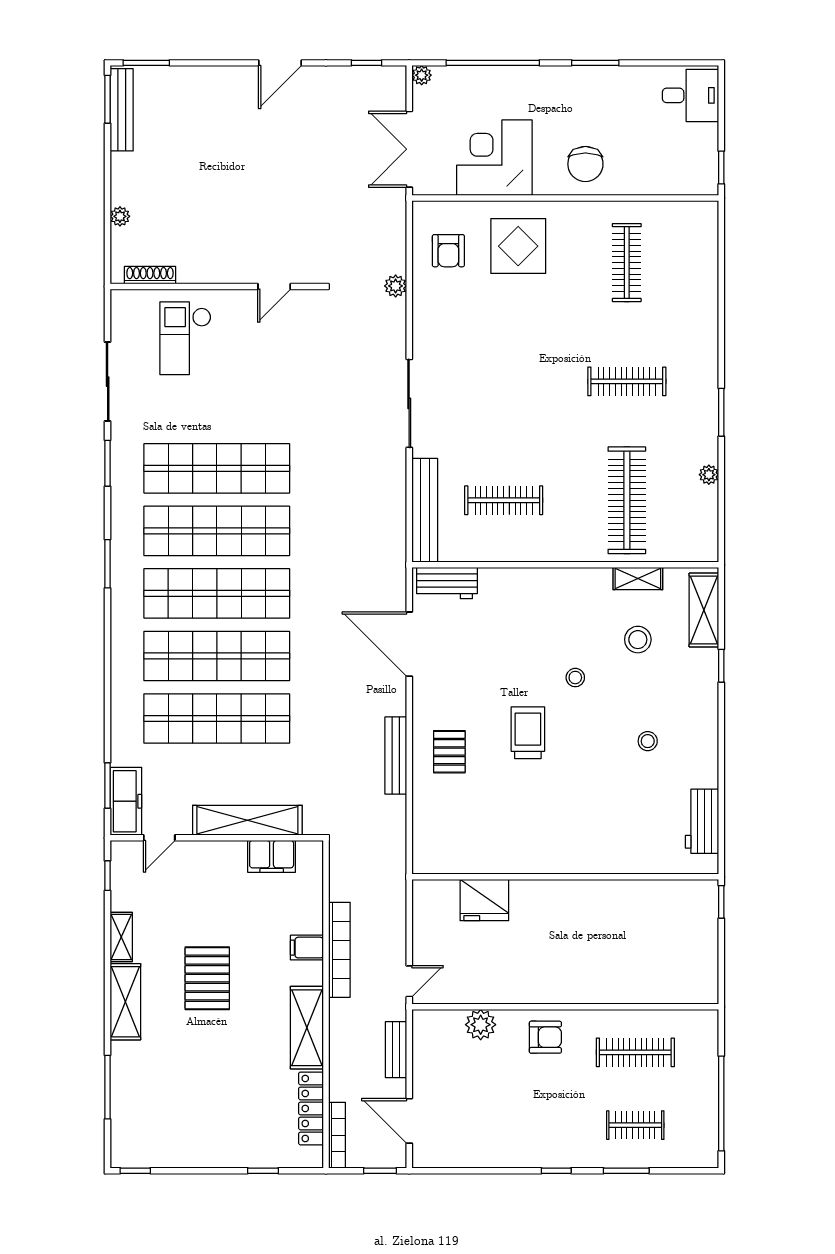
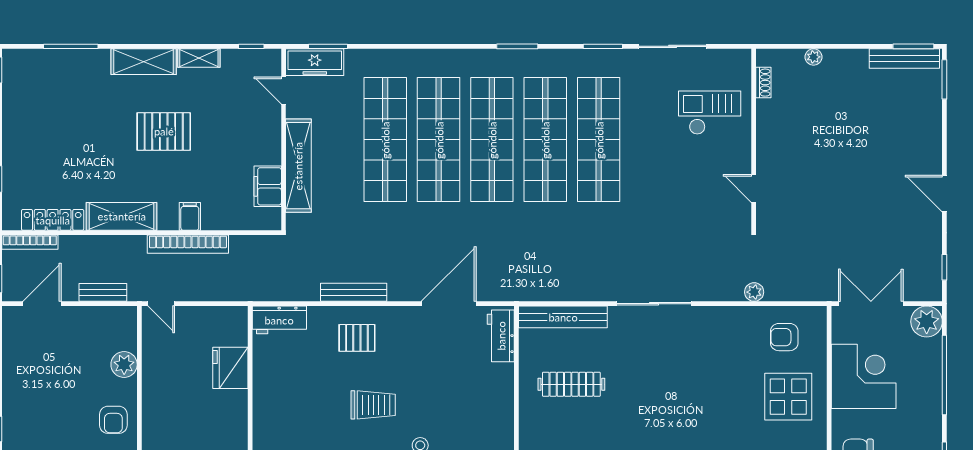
plant: (422, 75) -> (927, 322), width x1.87, depth x1.87
shoe rack: (150, 275) -> (763, 83), width x0.70
clothes rail: (504, 500) -> (571, 384), turned 90
workbench: (428, 843) -> (279, 320), added

